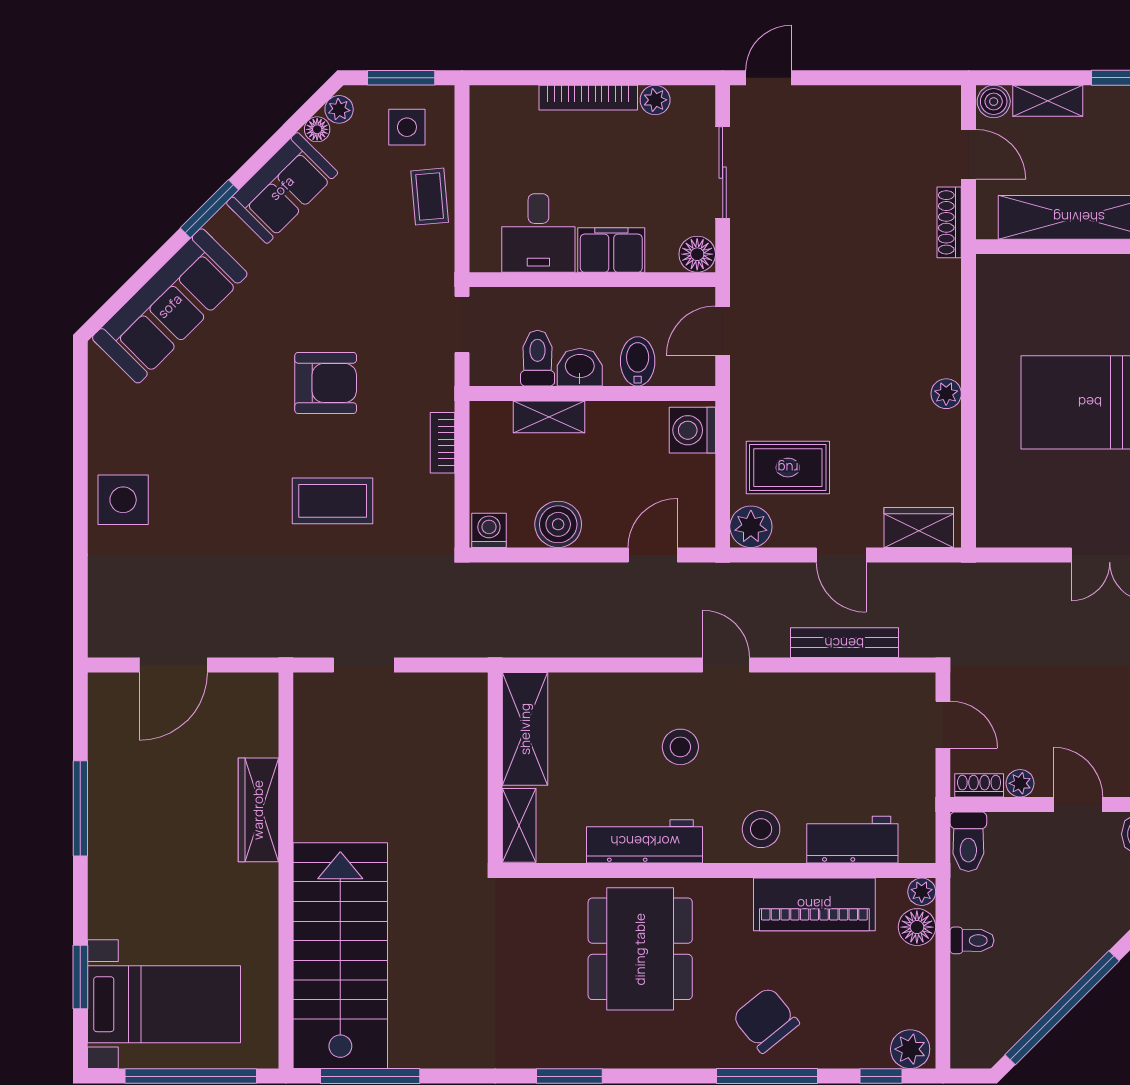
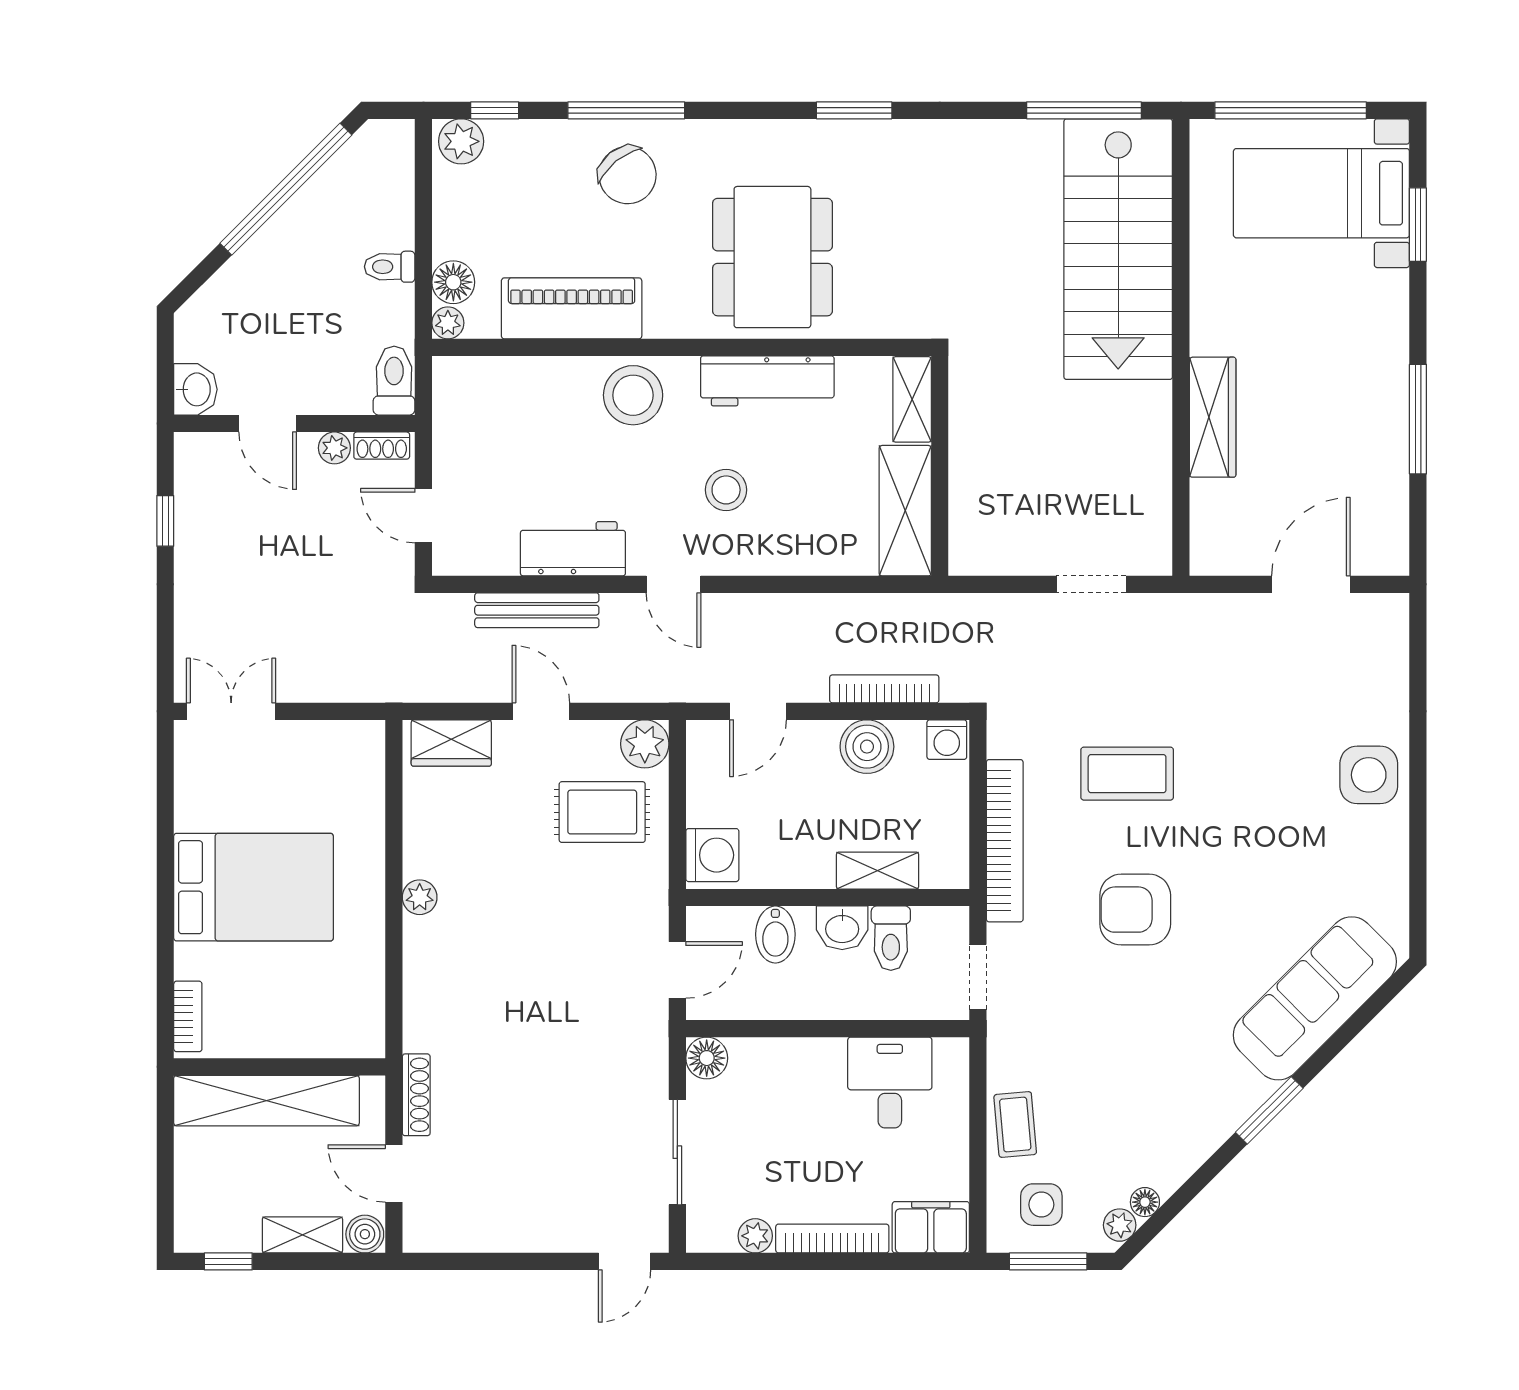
sofa: (282, 188) -> (1185, 1134), removed
filing cabinet: (611, 250) -> (931, 1227), moved, turned 180
bookcase: (443, 443) -> (1005, 841), width x2.31, depth x1.31
bookcase: (543, 574) -> (884, 689), added
stool: (761, 829) -> (633, 395), width x1.38, depth x1.38
workbench: (852, 840) -> (573, 549), moved, turned 180

